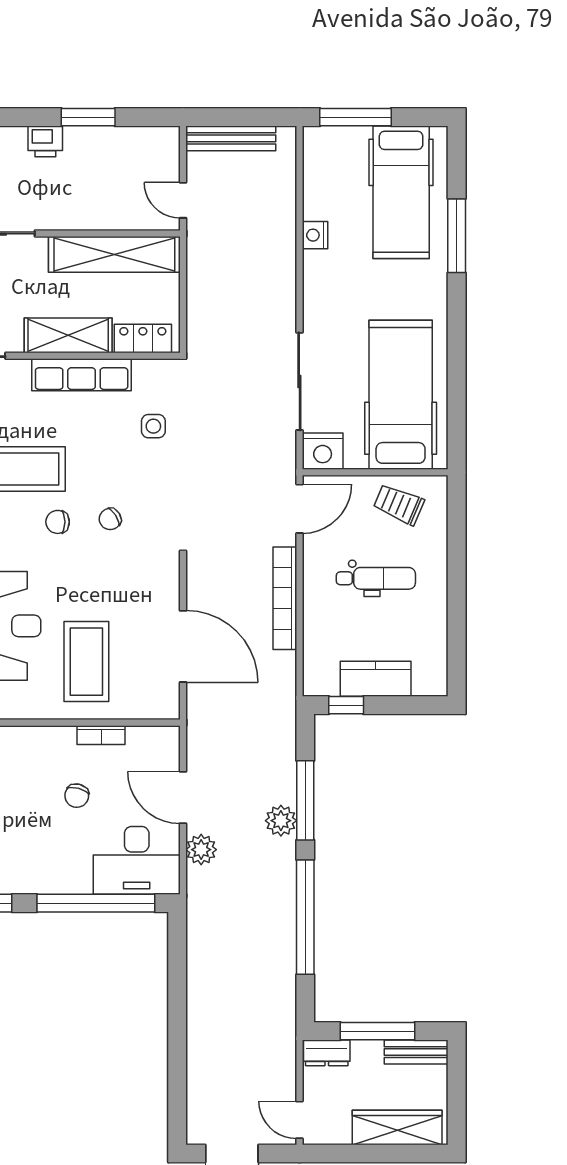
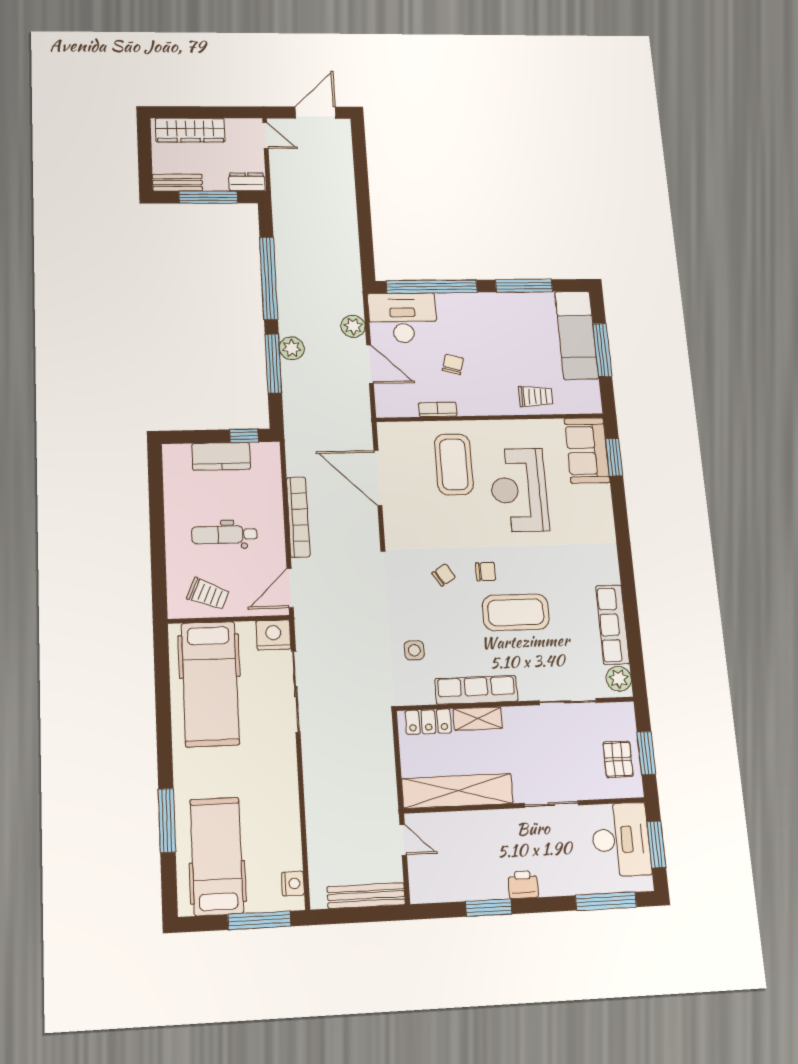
nightstand: (315, 235) -> (293, 884), moved
shelving: (68, 335) -> (478, 719), width x0.67, depth x0.75

